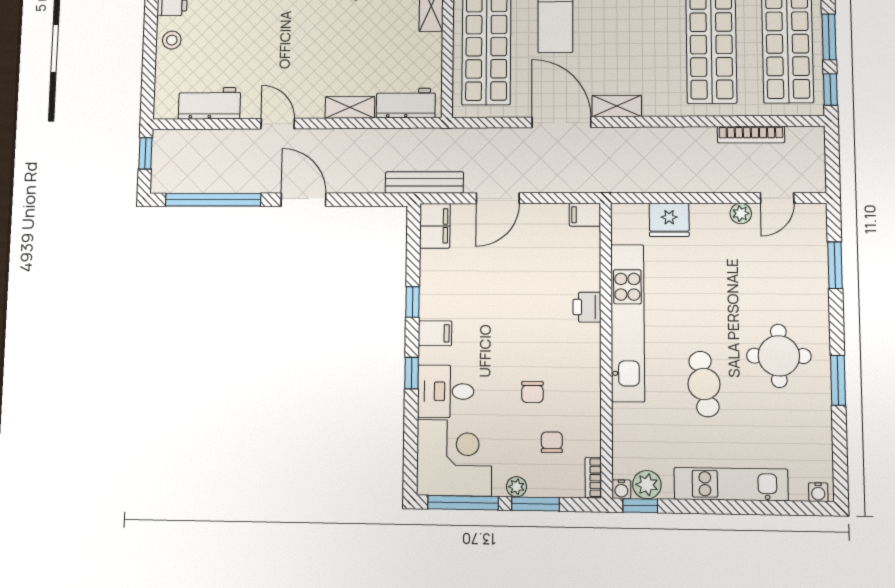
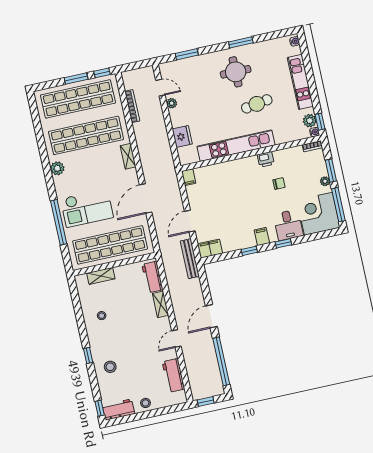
shelving: (617, 106) -> (128, 156), moved
door: (498, 198) -> (190, 221), swing flipped
printer: (587, 307) -> (266, 159), moved
chair: (552, 442) -> (300, 169), removed

